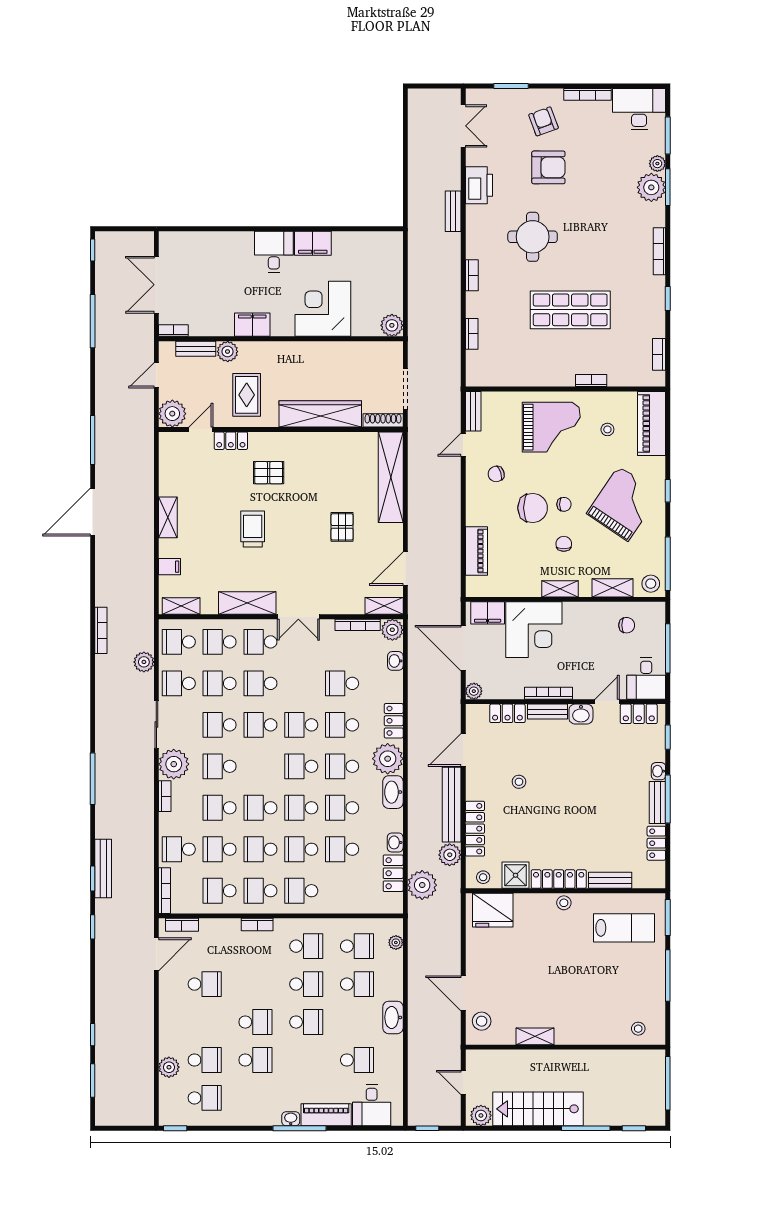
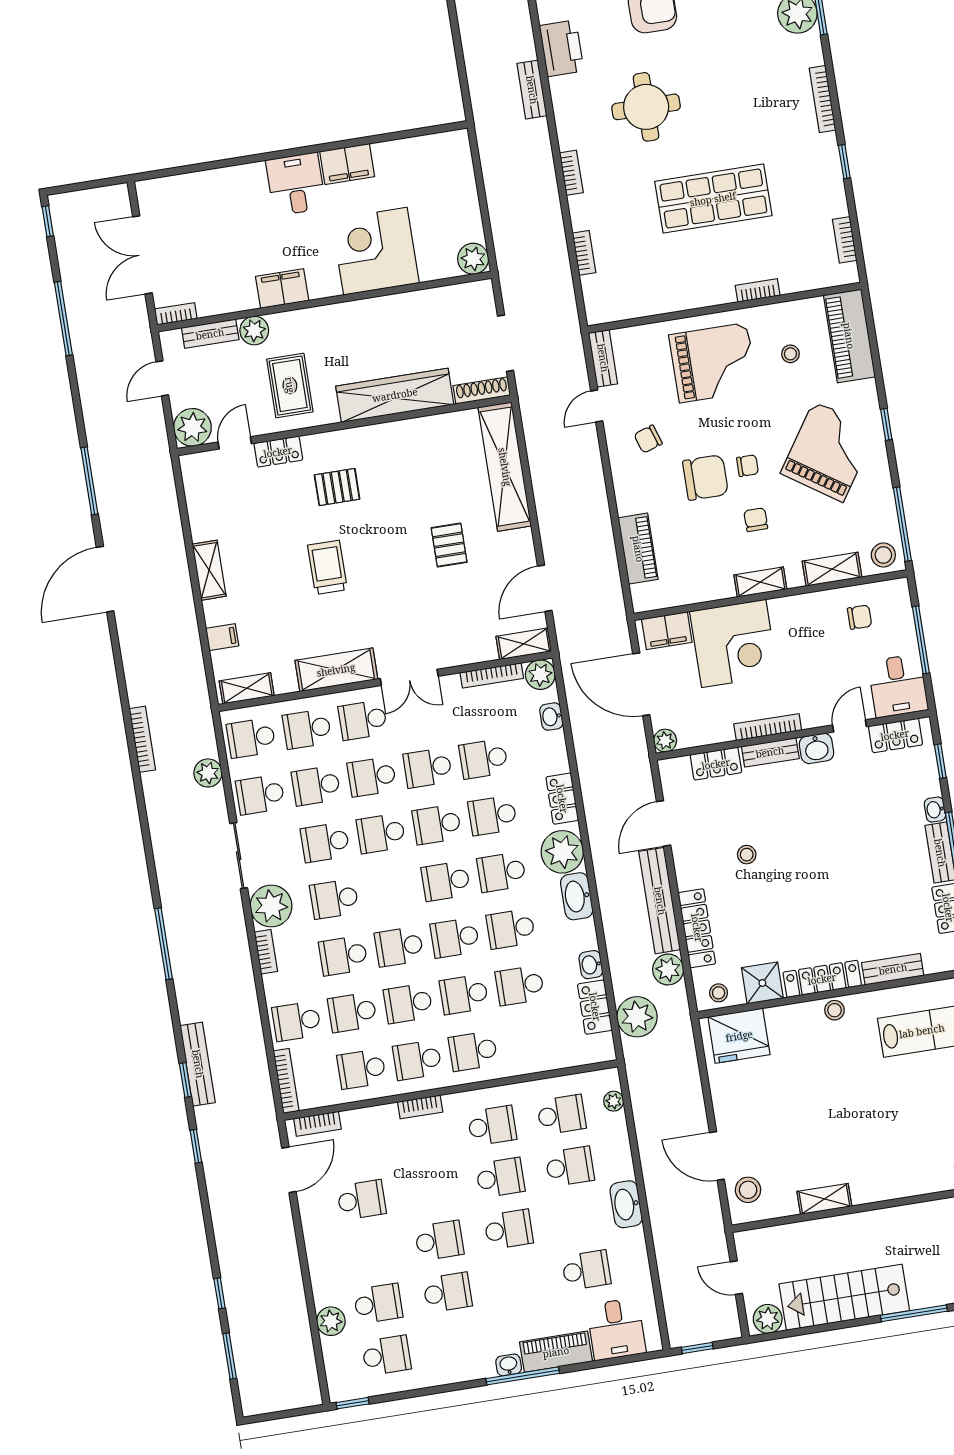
school desk: (301, 683) -> (428, 768), added

